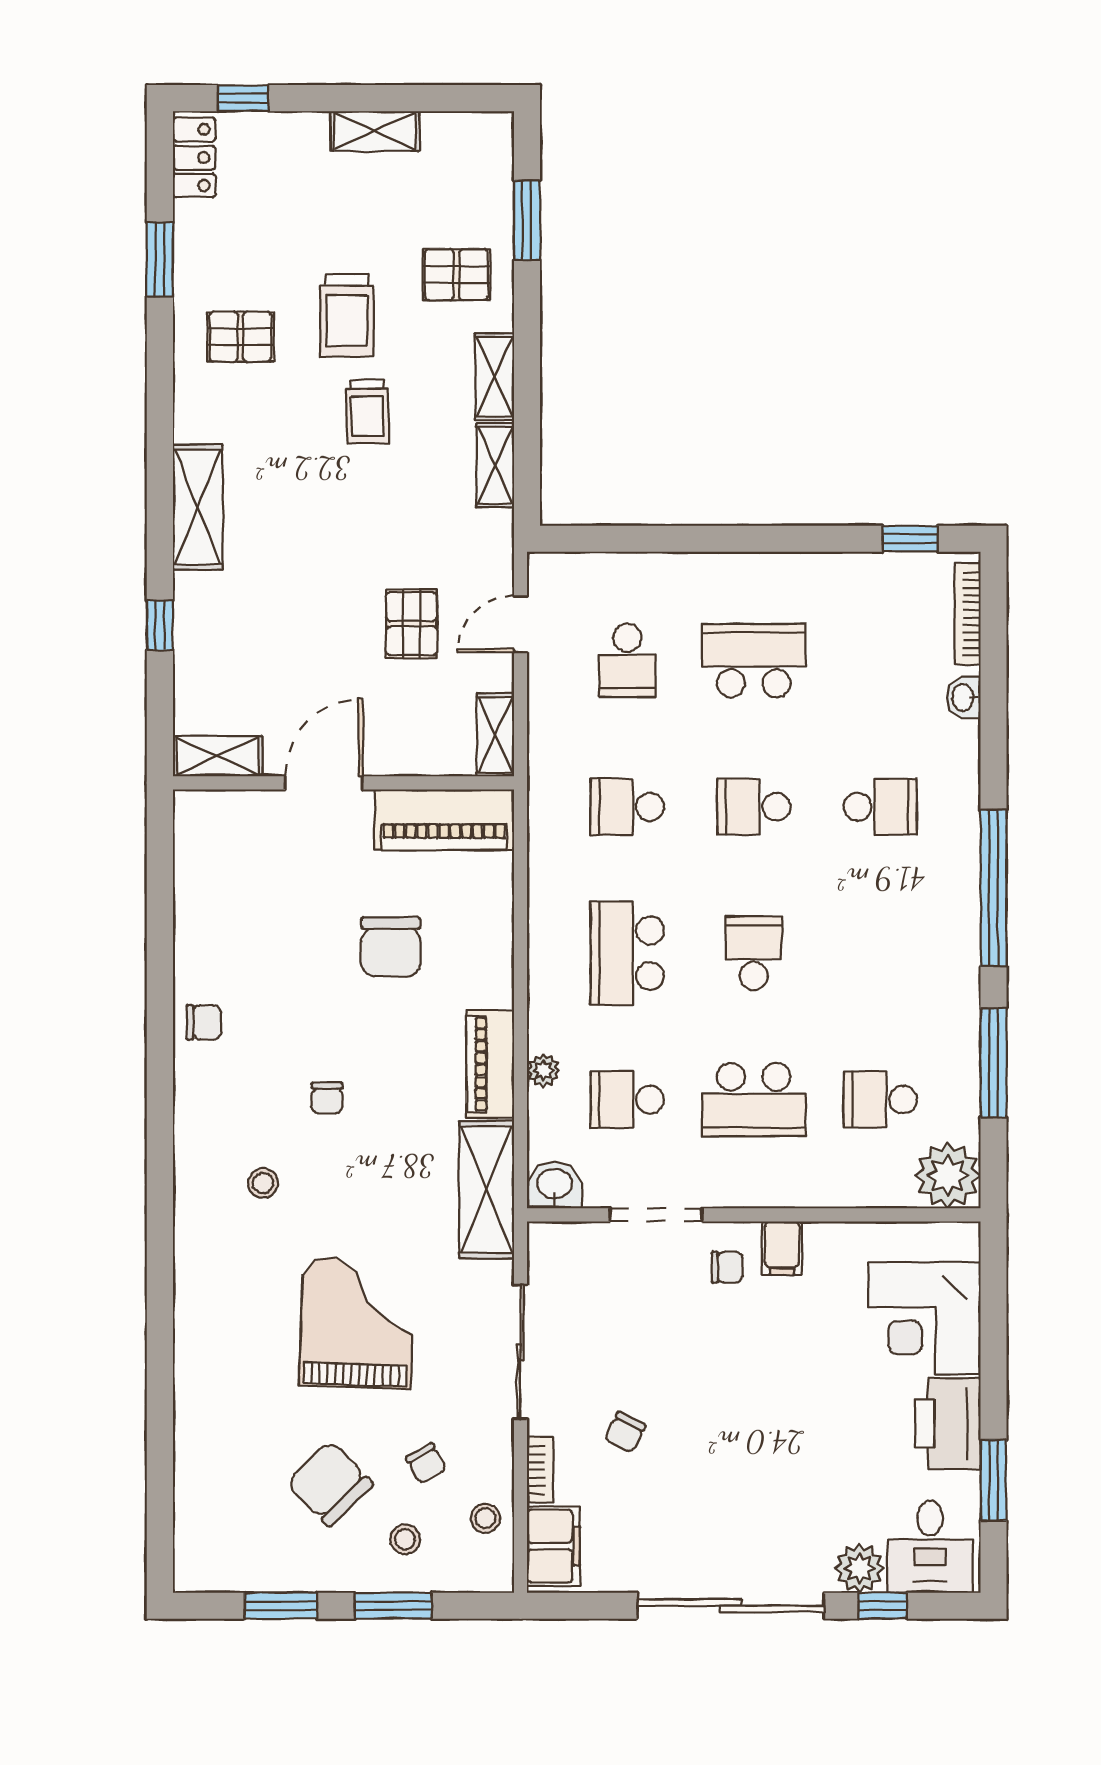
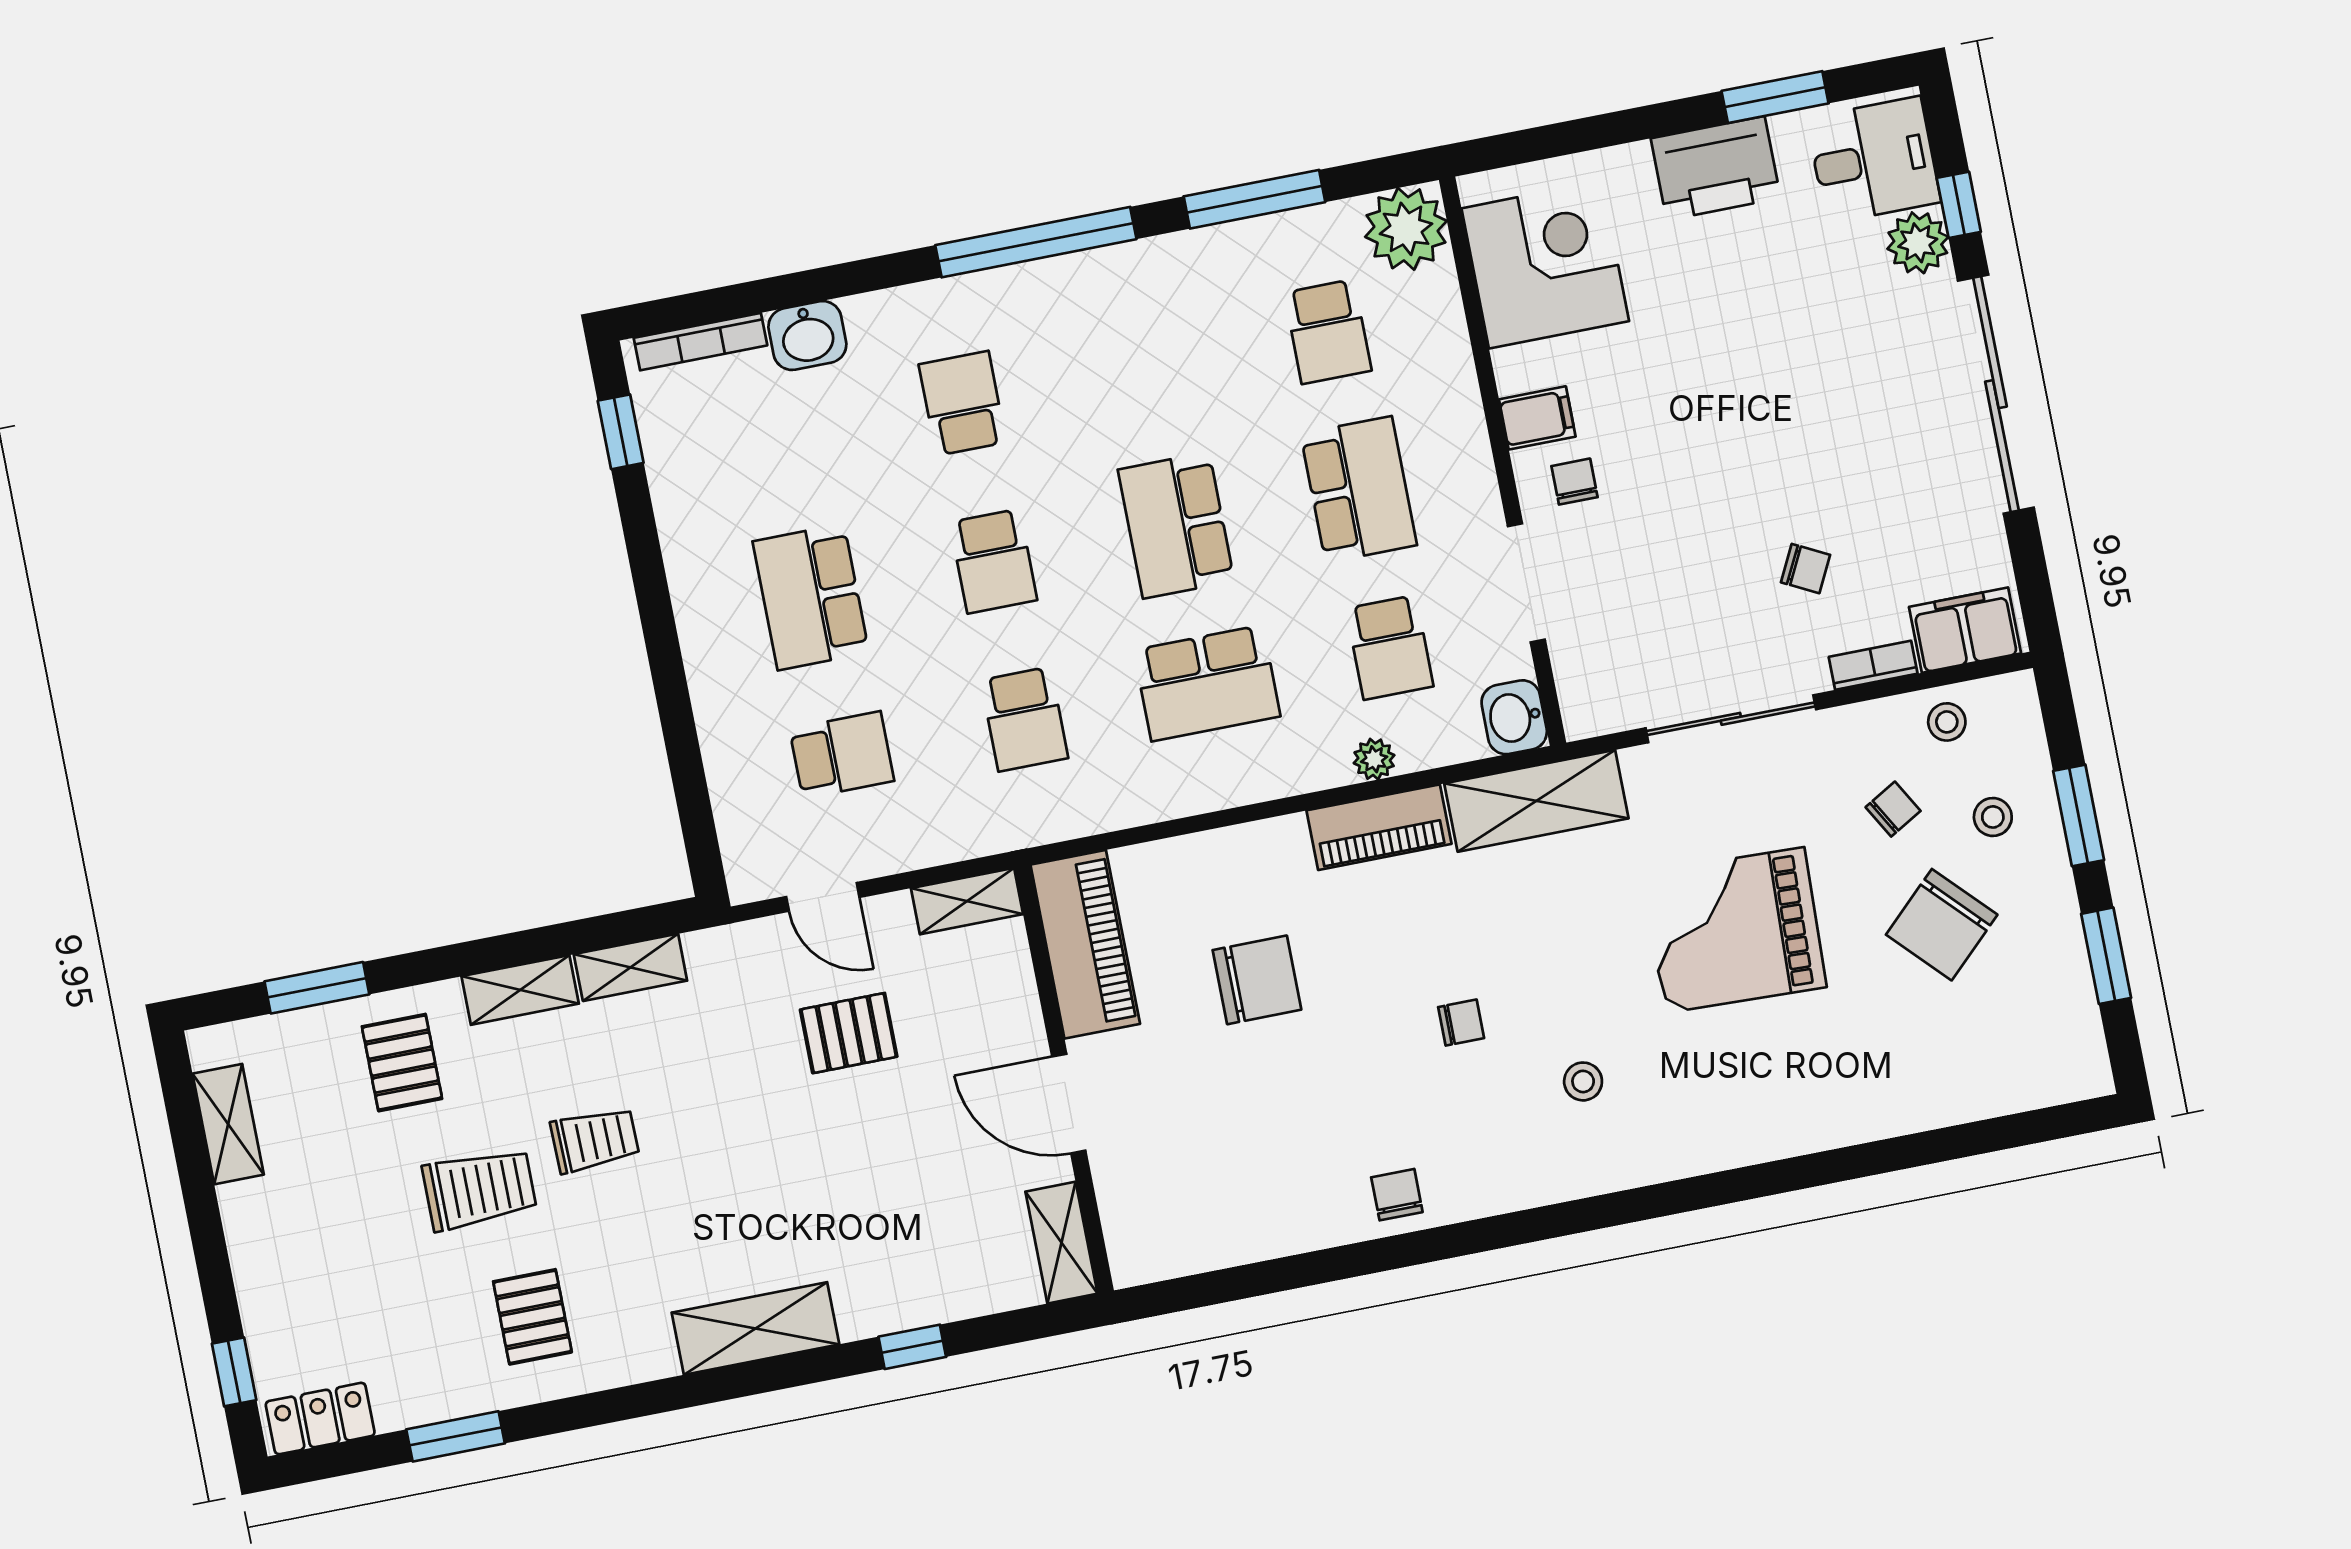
shelving: (375, 131) -> (228, 1124), moved
washbasin: (964, 697) -> (807, 336), width x1.38, depth x1.45
school desk: (754, 953) -> (1176, 525), width x1.85
corner desk: (924, 1318) -> (1545, 265), moved, turned -90

